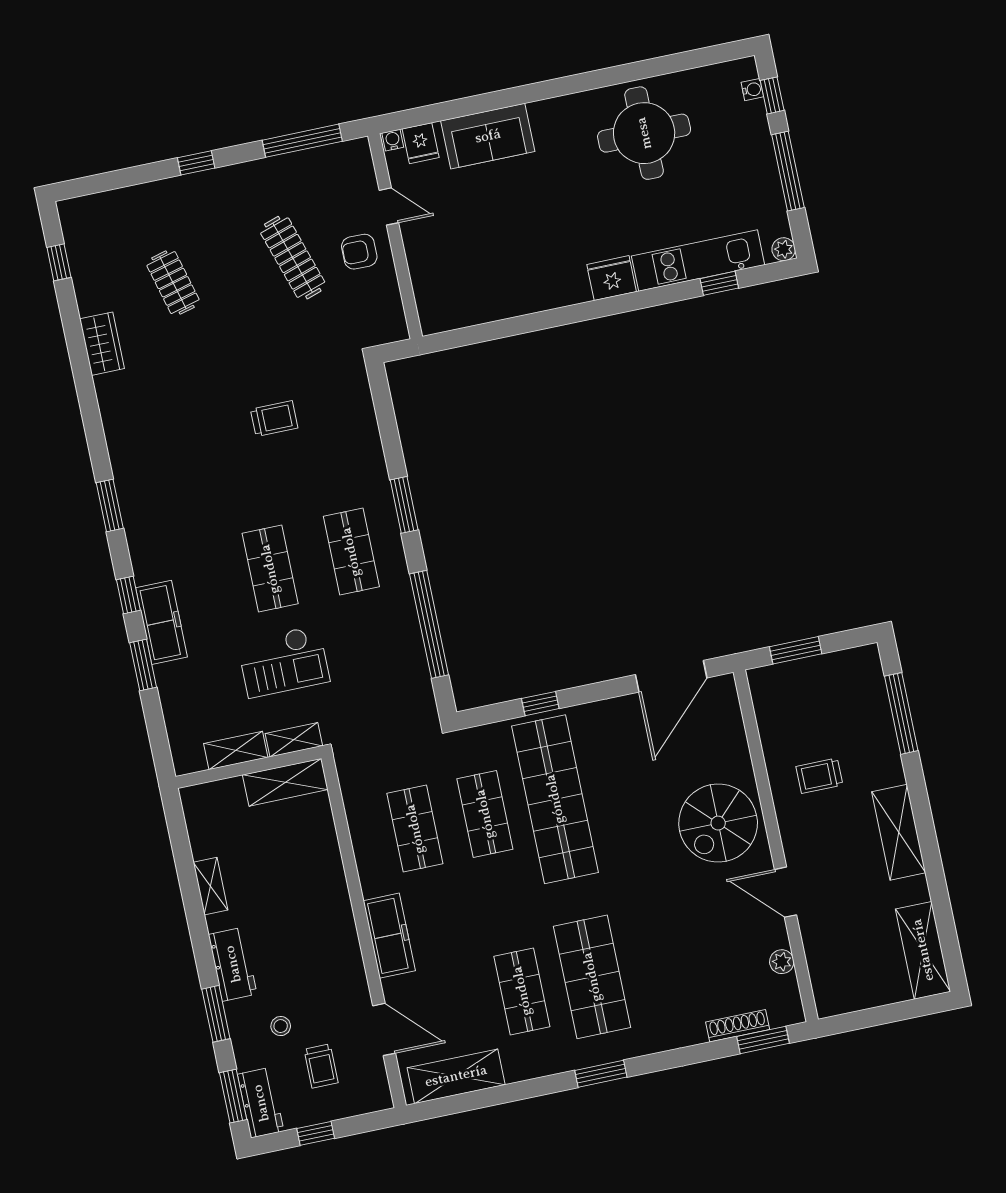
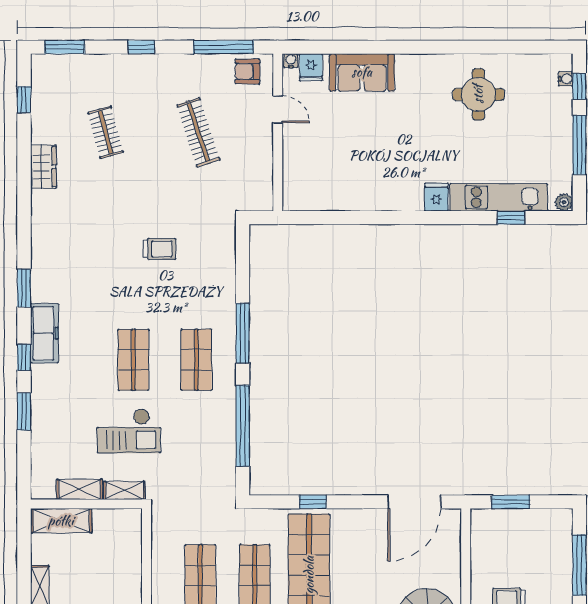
round table: (644, 133) -> (478, 94), width x0.73, depth x0.73
window: (97, 184) -> (65, 47), added
armchair: (359, 252) -> (247, 71), moved
fridge: (612, 278) -> (436, 197), width x0.72
window: (404, 505) -> (243, 333), width x1.44
freezer: (162, 622) -> (44, 333), moved
shelving: (285, 782) -> (61, 521), moved

